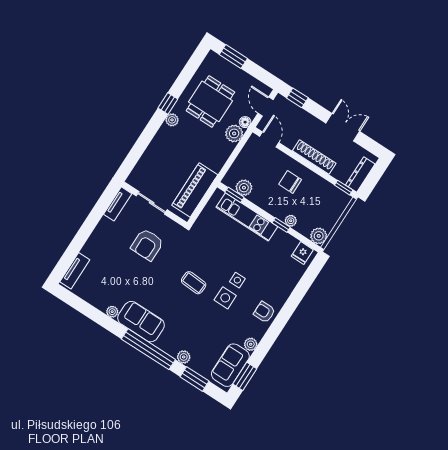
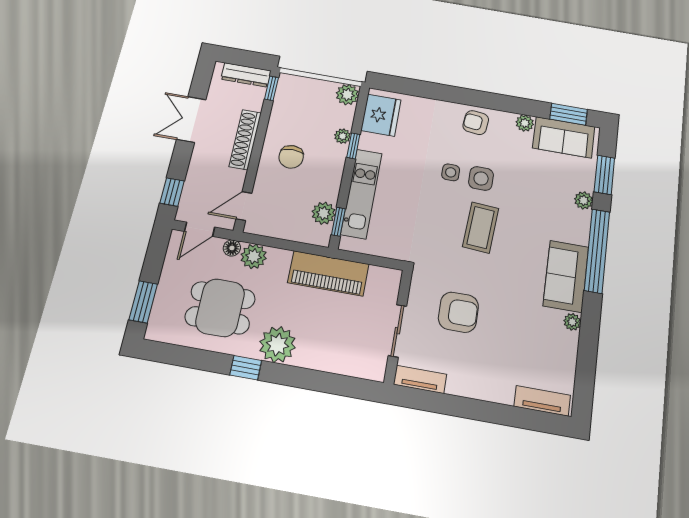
plant: (172, 120) -> (278, 345), width x1.88, depth x1.88
piano: (195, 190) -> (328, 273), moved
fridge: (302, 253) -> (381, 115), width x1.88, depth x1.34
coffee table: (194, 283) -> (481, 227), width x1.36, depth x1.30
armchair: (264, 312) -> (476, 123), turned 97

